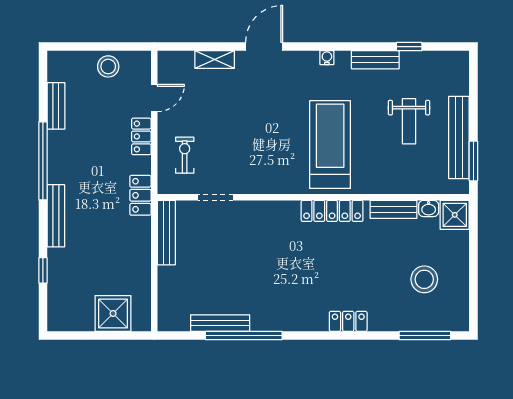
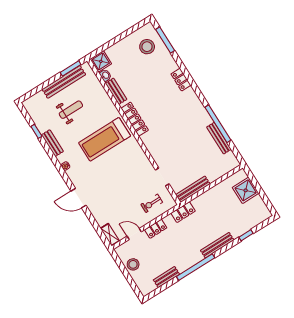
shelving: (215, 60) -> (110, 235), moved
stool: (424, 279) -> (147, 47), moved

